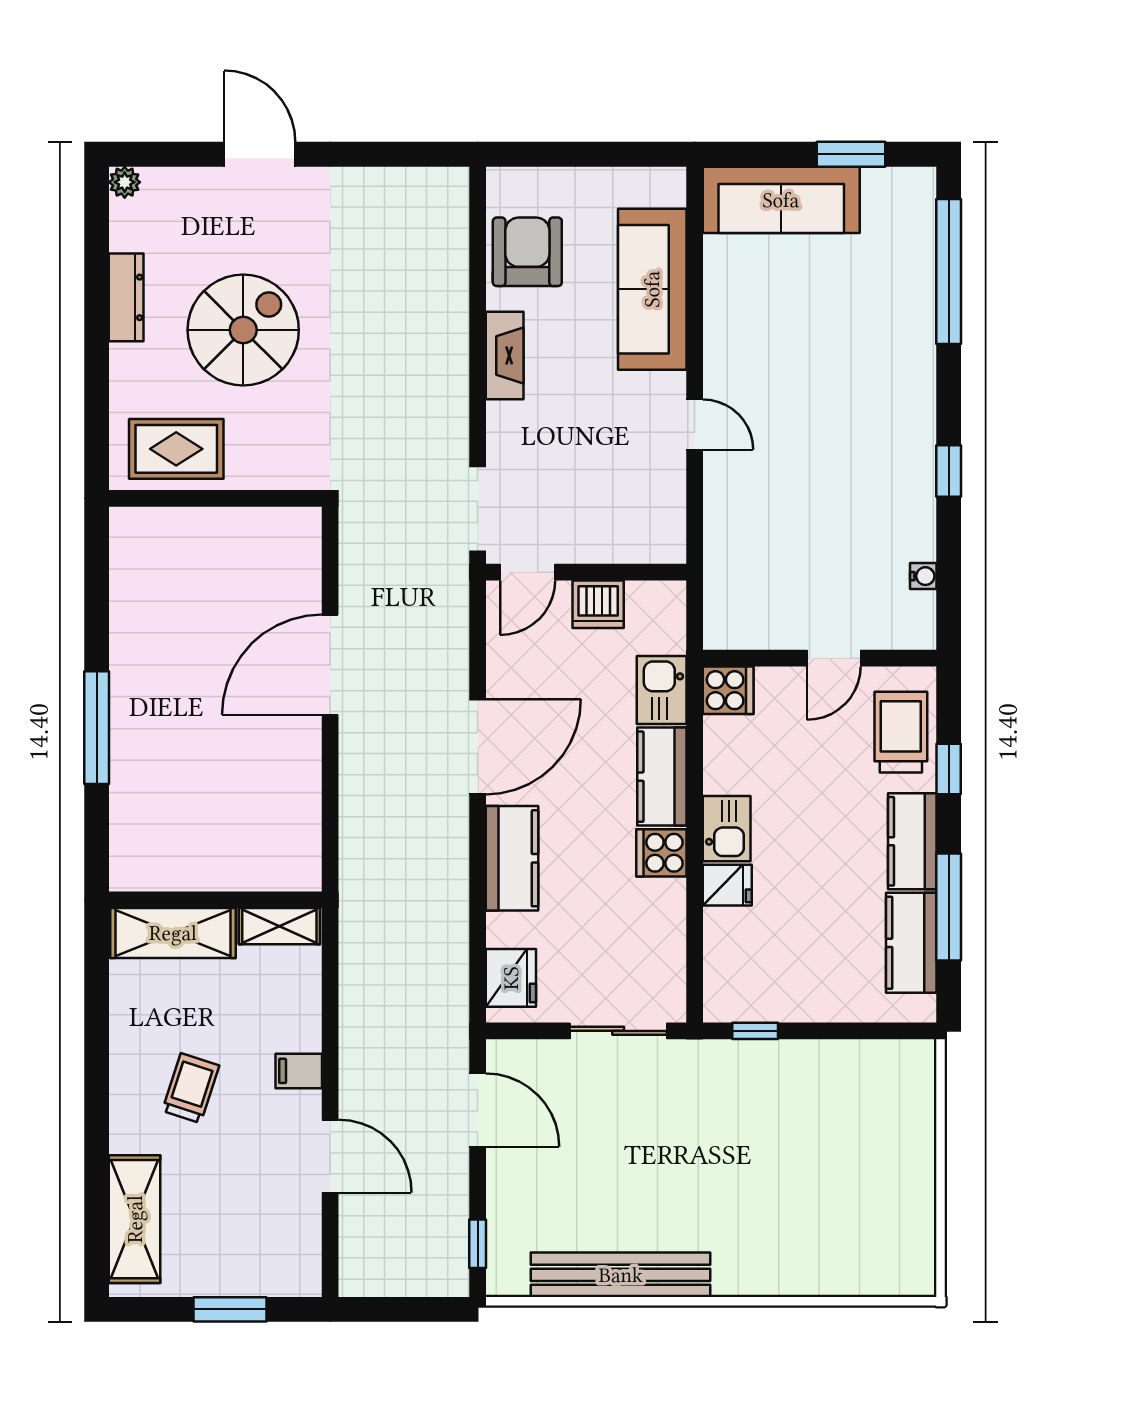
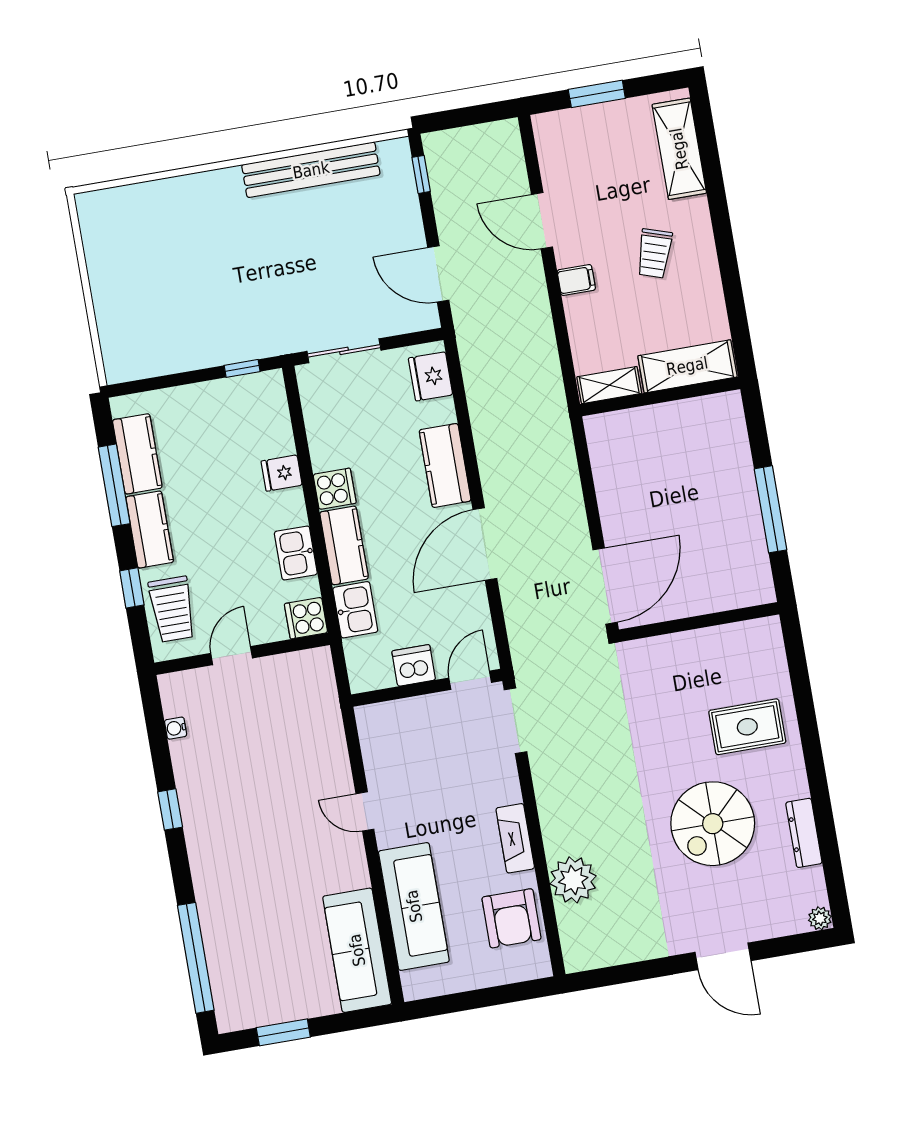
sofa: (781, 200) -> (357, 950), moved, turned -90
plant: (438, 288) -> (573, 880), added
wall: (215, 498) -> (699, 622), moved
kitchen sink: (727, 829) -> (296, 553), moved

